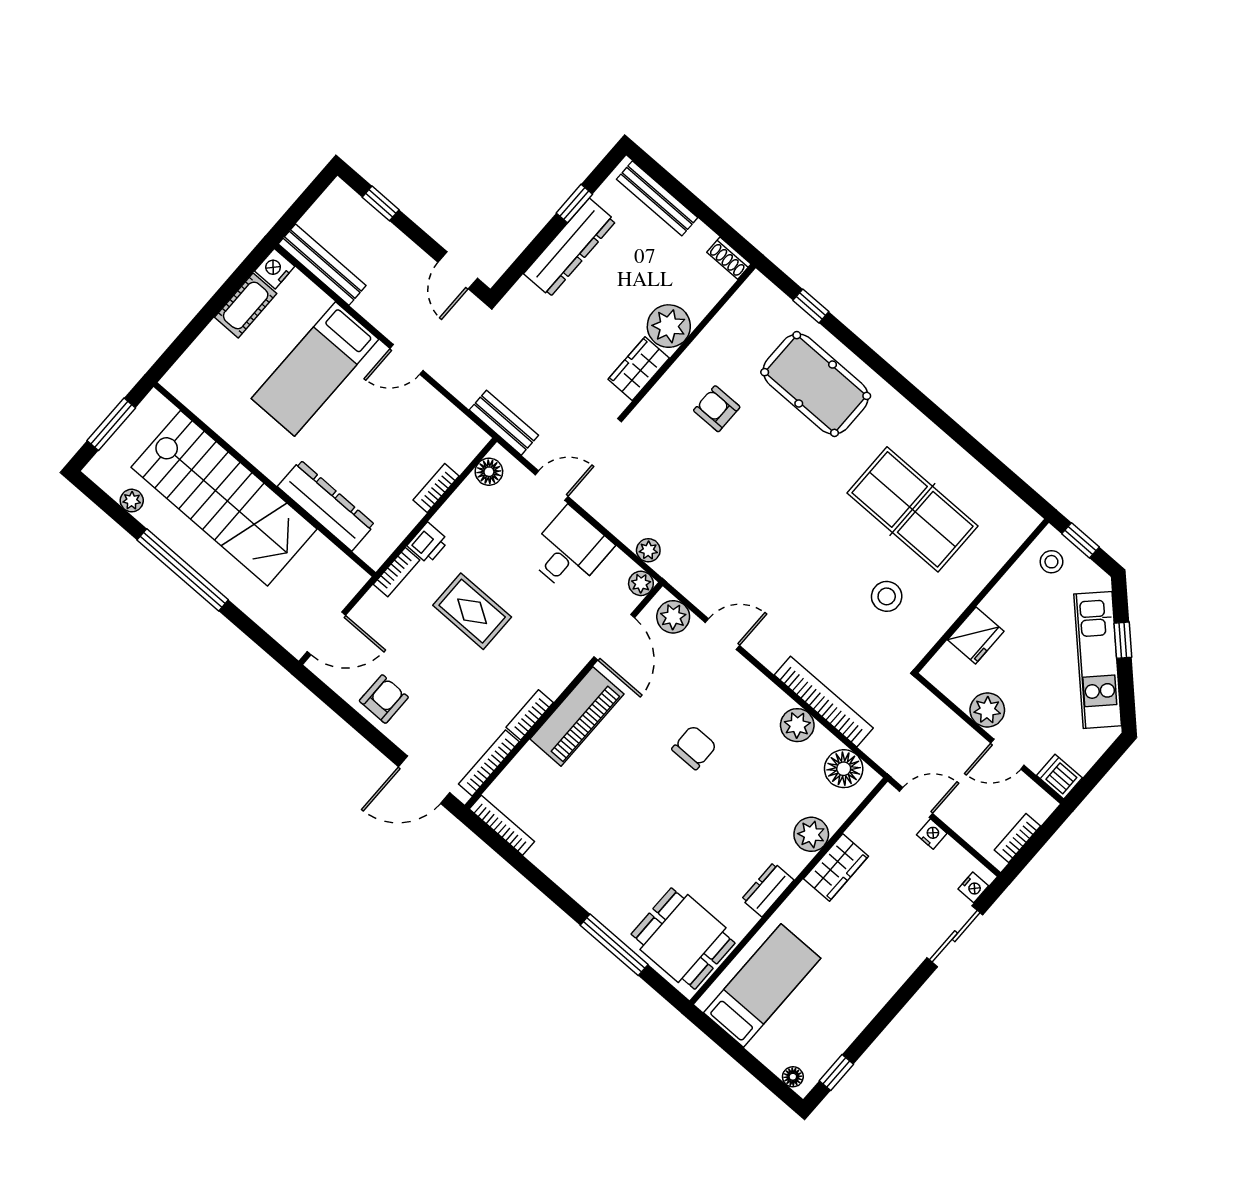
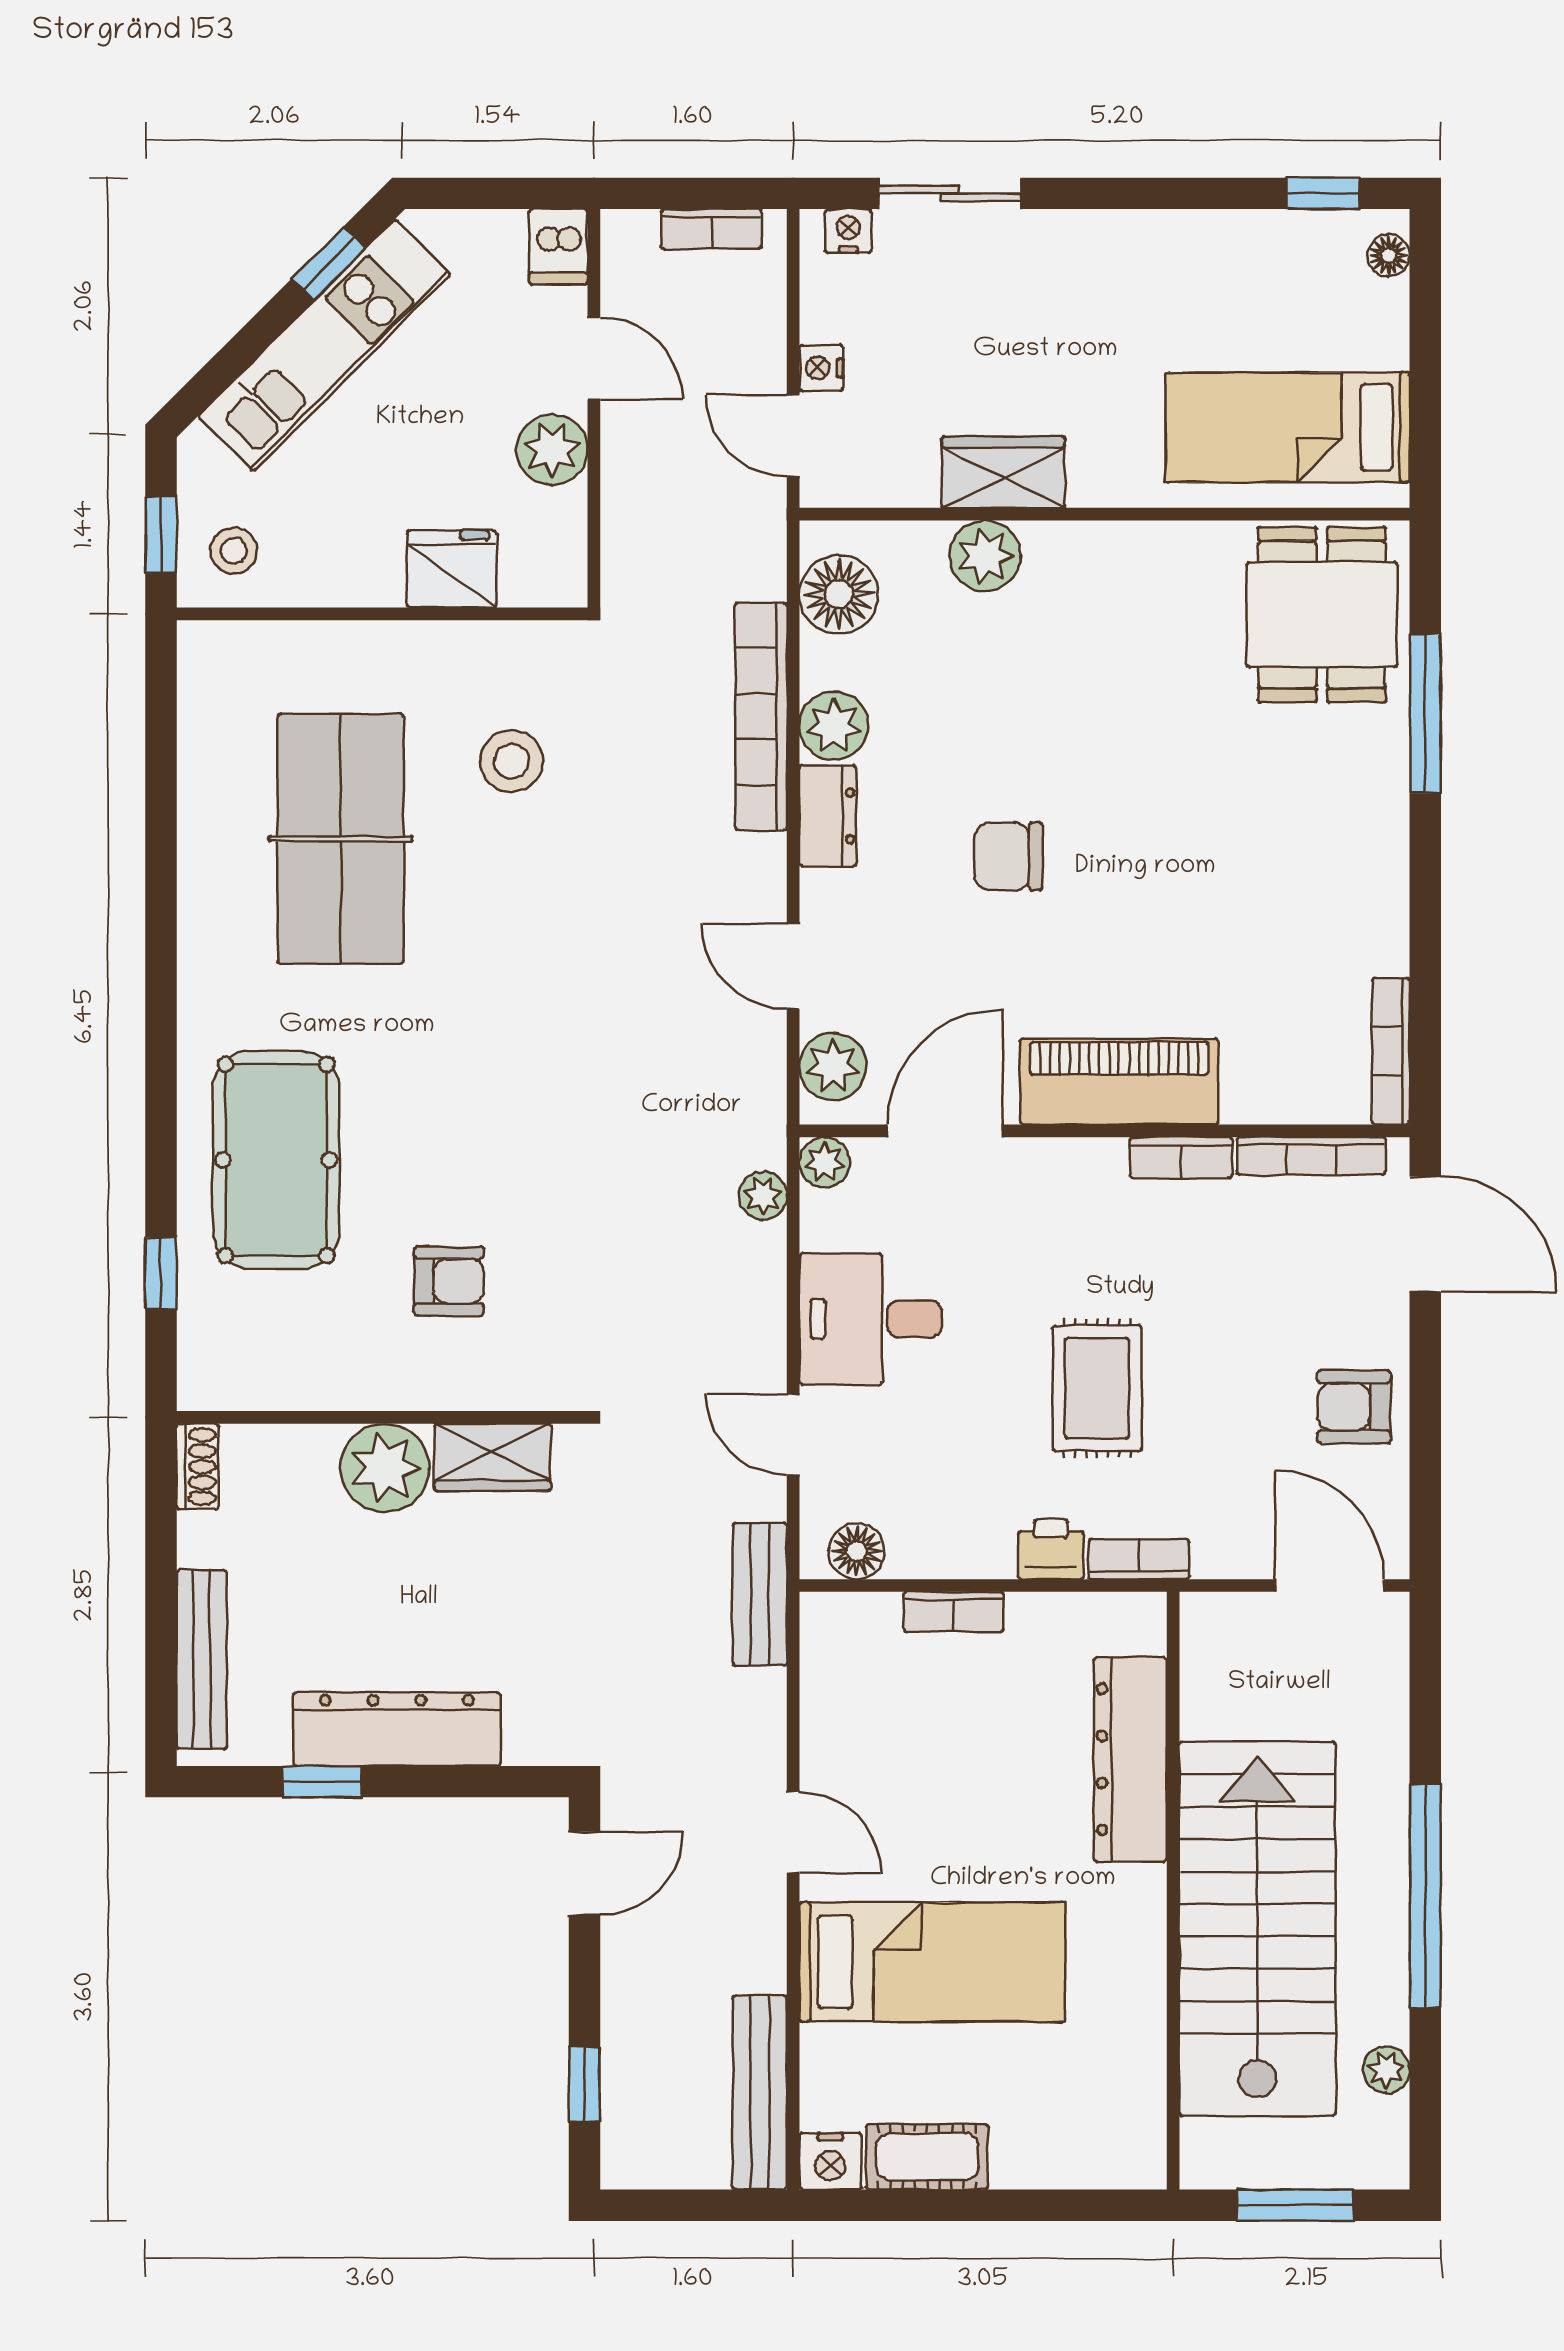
armchair: (717, 409) -> (449, 1281), turned -90
window: (1123, 640) -> (328, 264), moved
dresser: (768, 890) -> (828, 816), moved, turned -90

